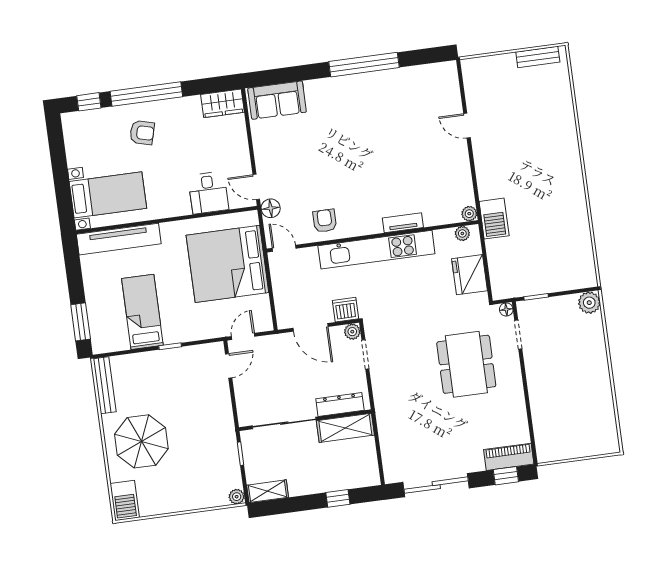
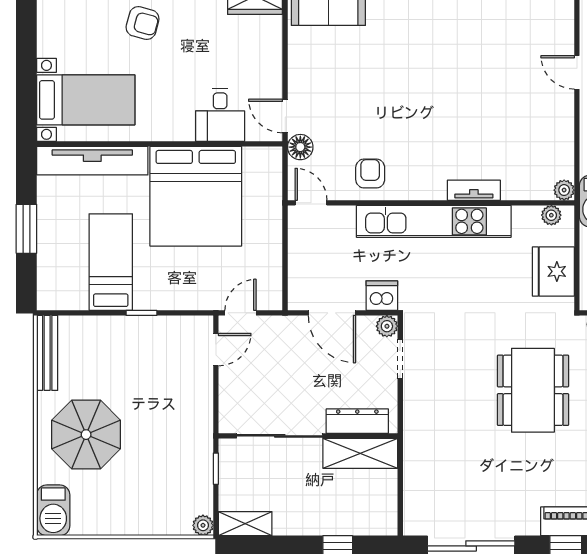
bed: (227, 264) -> (196, 196), moved, turned -90
window: (81, 322) -> (26, 229), moved

